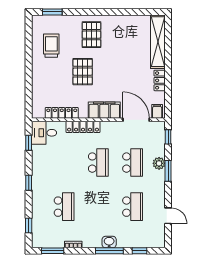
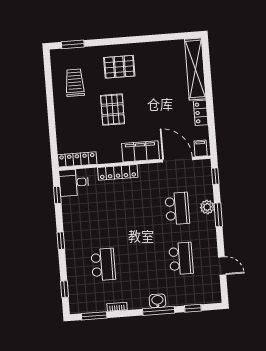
pallet: (91, 35) -> (119, 67), turned 90
locker: (62, 113) -> (77, 159), moved
school desk: (98, 163) -> (138, 211), removed

